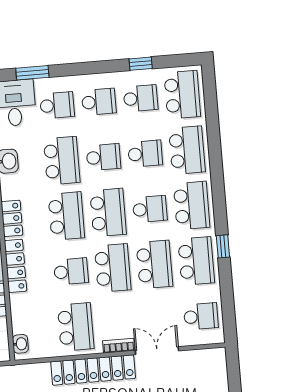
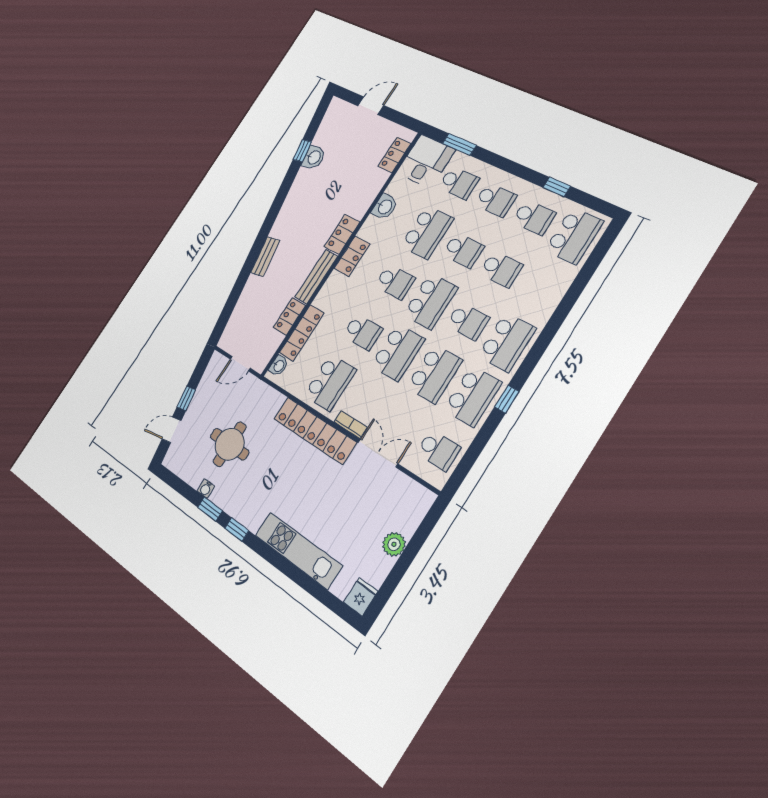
school desk: (187, 150) -> (540, 289), removed
school desk: (66, 216) -> (395, 282), width x0.54
locker: (15, 266) -> (302, 333), moved

